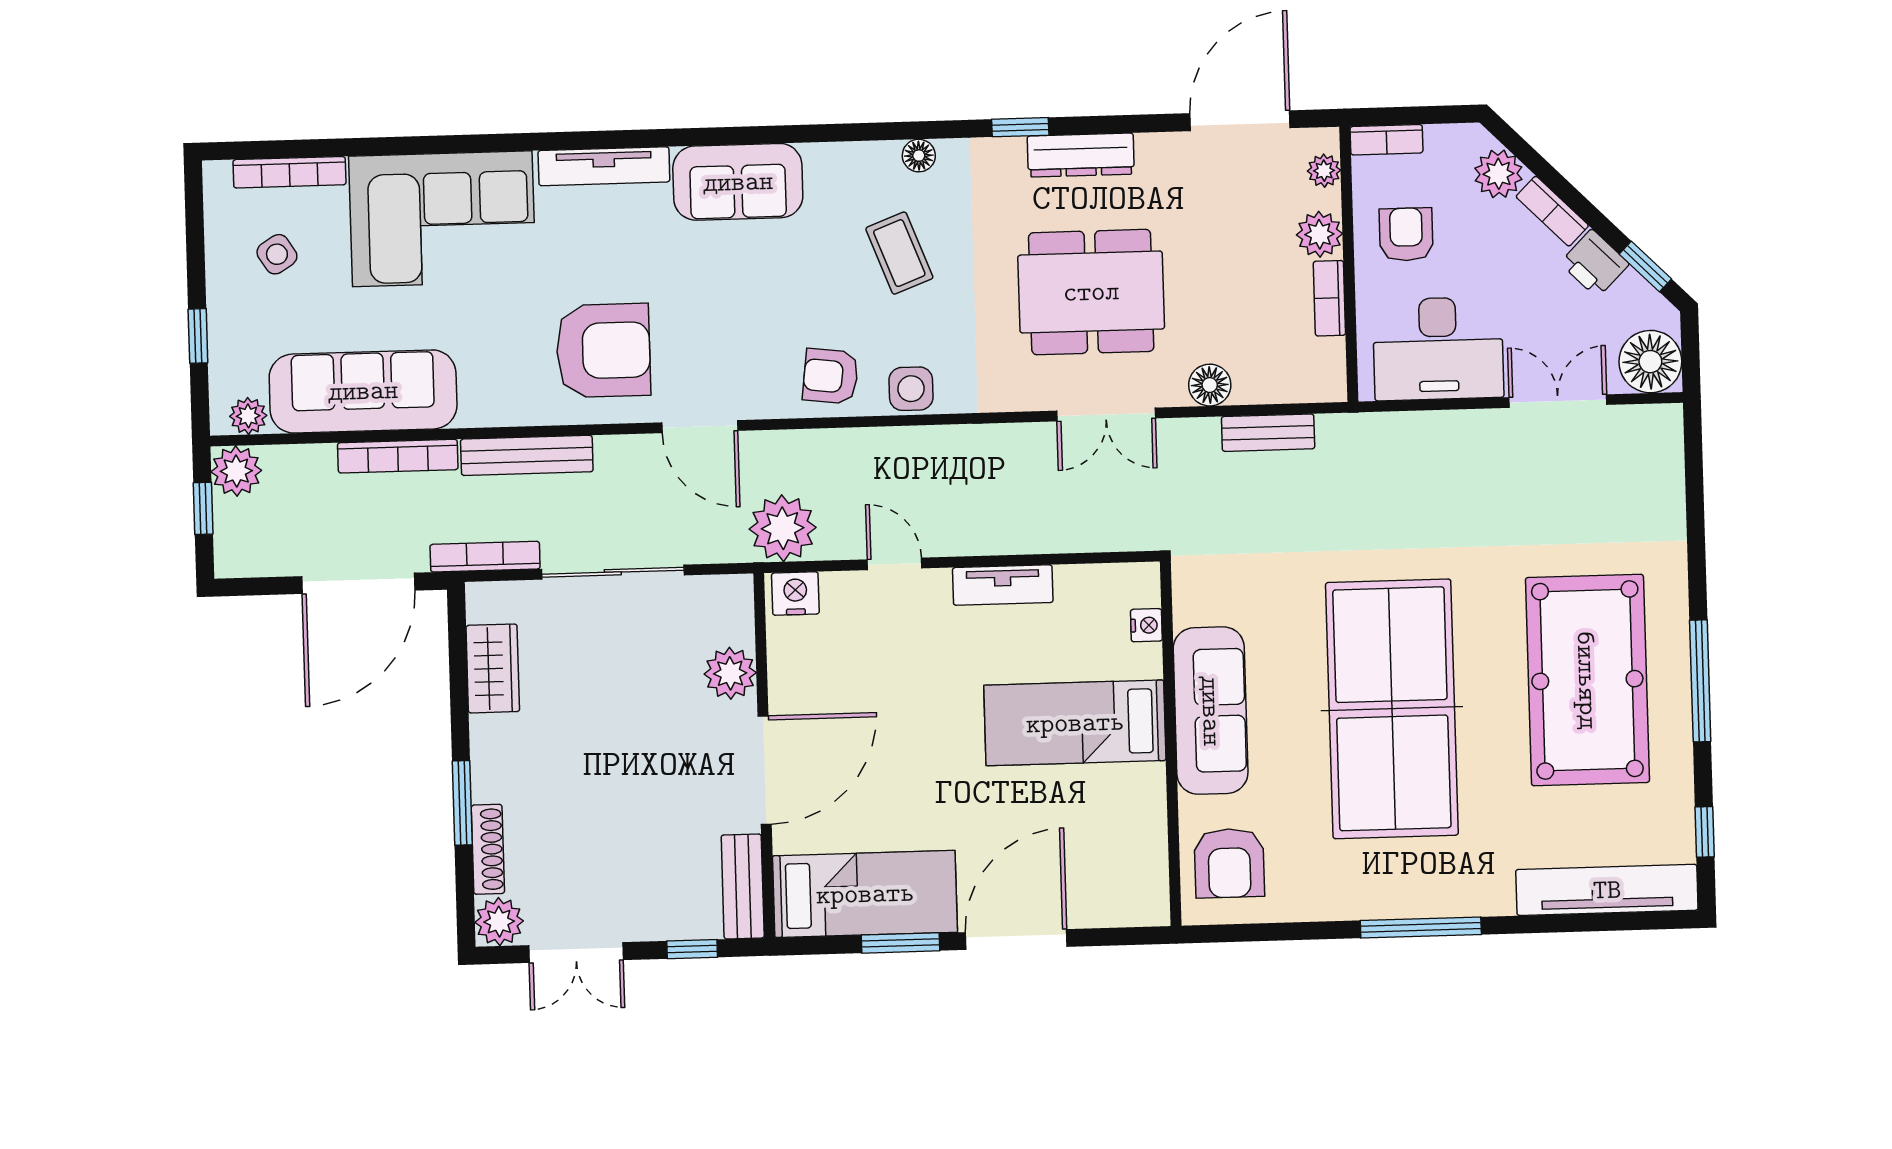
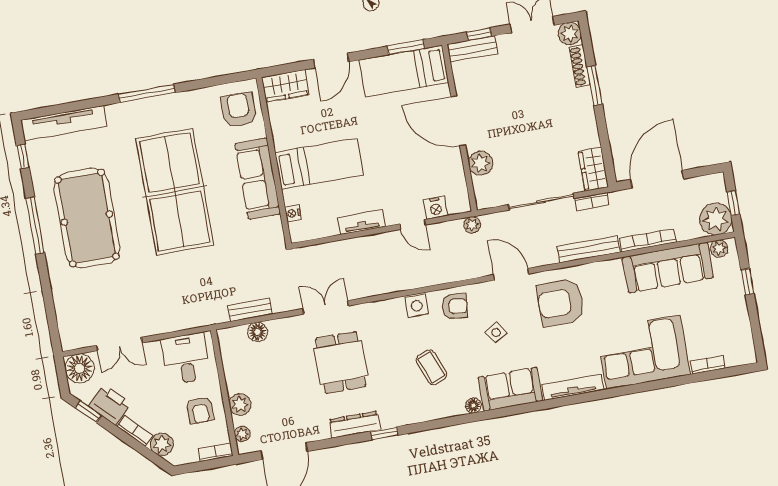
floor lamp: (919, 156) -> (473, 405), moved
bookcase: (289, 172) -> (707, 365), width x0.64
side table: (277, 254) -> (496, 332), moved
printer: (1594, 263) -> (110, 405), width x1.36, depth x1.24
dining table: (1091, 292) -> (341, 362), width x0.73
bookcase: (1329, 298) -> (231, 376), removed
desk: (1438, 349) -> (186, 359), width x0.73
floor lamp: (1210, 385) -> (257, 332), moved
plant: (236, 471) -> (716, 219), width x1.36, depth x1.36
plant: (783, 528) -> (472, 225), width x0.53, depth x0.53
bookcase: (485, 557) -> (592, 202), width x0.64
nightstand: (795, 593) -> (436, 208), moved
wardrobe: (493, 668) -> (593, 169), moved
door: (765, 770) -> (458, 121), hinge flipped
bench: (743, 886) -> (472, 49), moved, turned 90
wardrobe: (1122, 900) -> (285, 86), added
door: (1016, 940) -> (331, 60), width x0.73
window: (901, 943) -> (406, 47), moved

